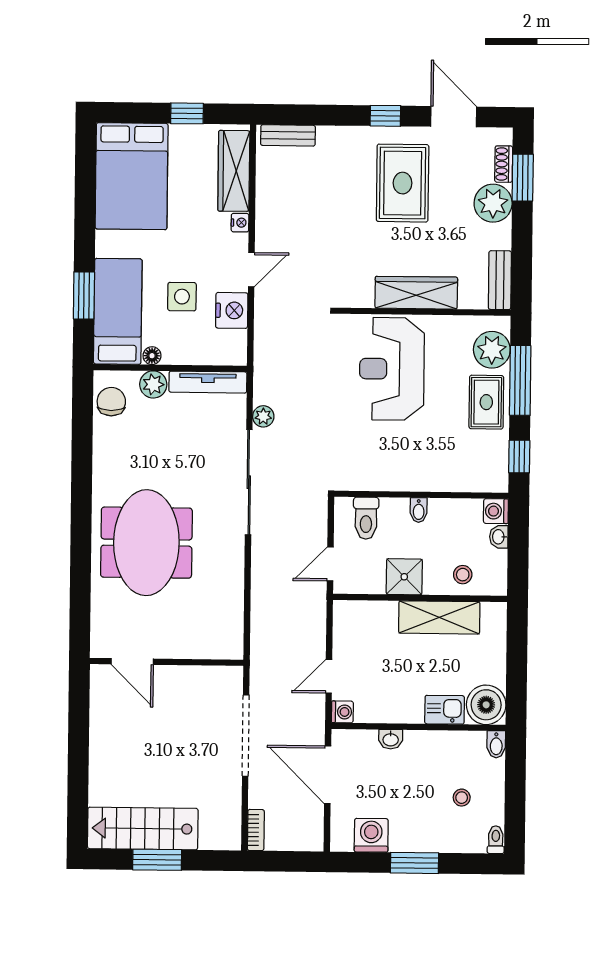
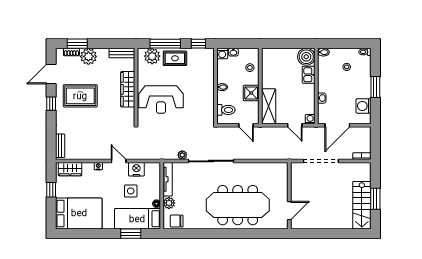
wardrobe: (234, 171) -> (70, 169), width x0.67
meeting table: (146, 543) -> (238, 205), width x1.36
shelving: (439, 617) -> (269, 106), moved

